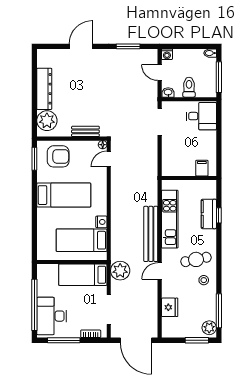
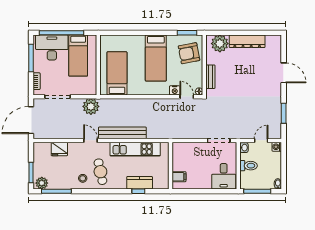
armchair: (58, 156) -> (189, 53), turned 79
nightstand: (101, 222) -> (175, 90), moved
bed: (83, 275) -> (78, 56), moved, turned 180

